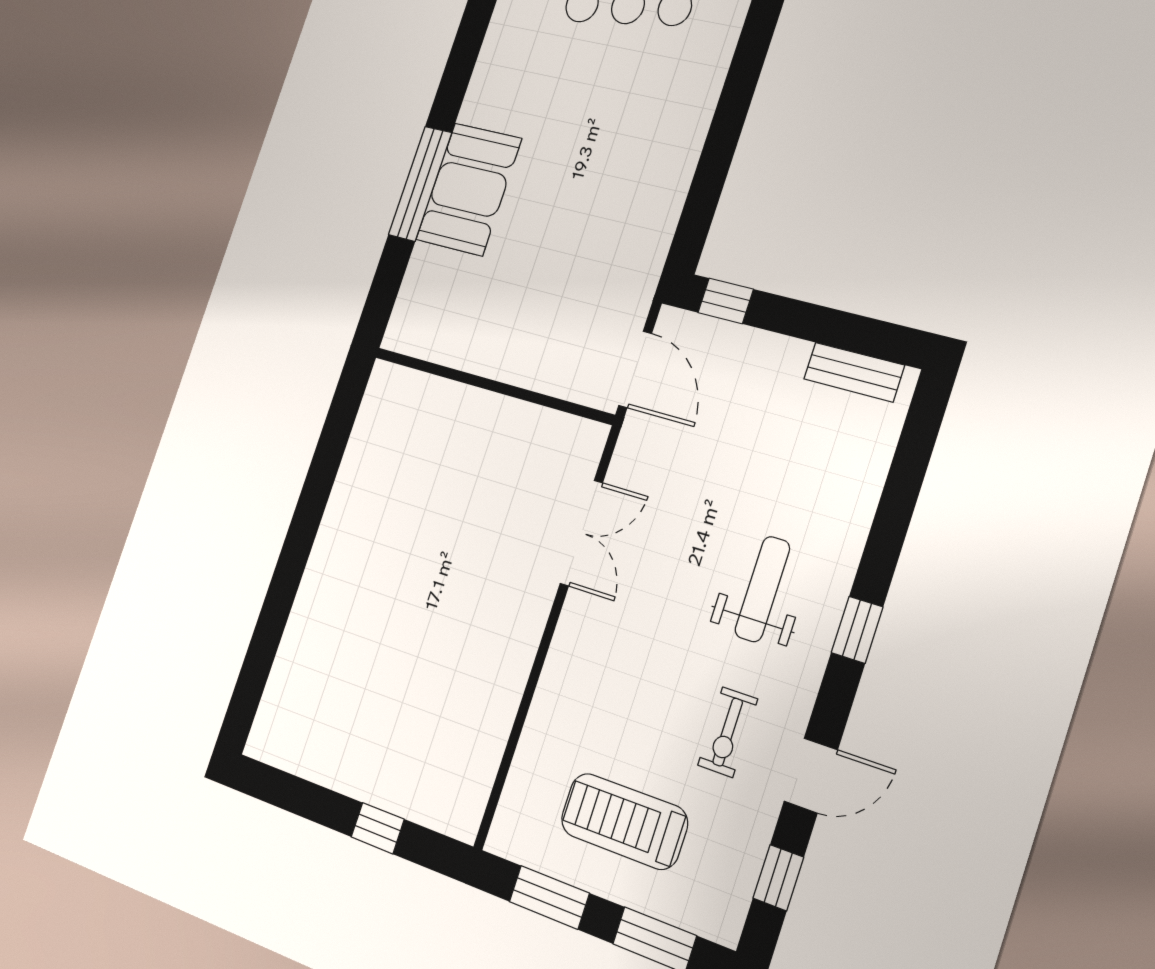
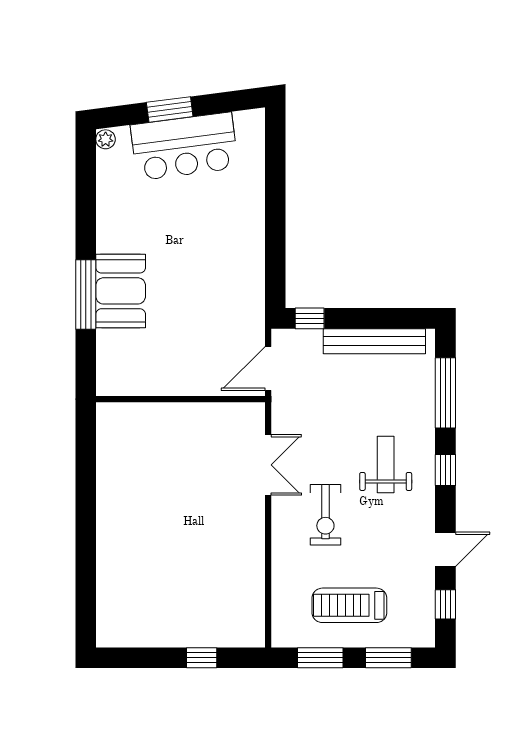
door: (635, 369) -> (268, 369), swing flipped
bench: (854, 372) -> (374, 341), width x1.86, depth x1.21
window: (902, 490) -> (445, 393), added
exercise bike: (728, 732) -> (325, 515), moved, width x1.38, depth x1.39

